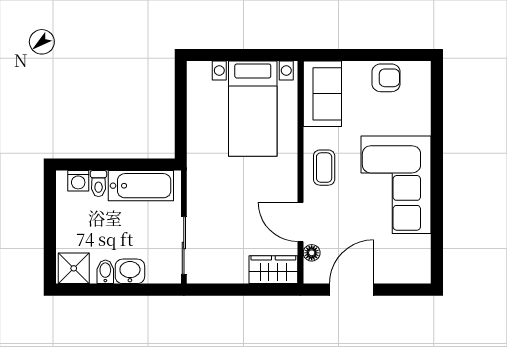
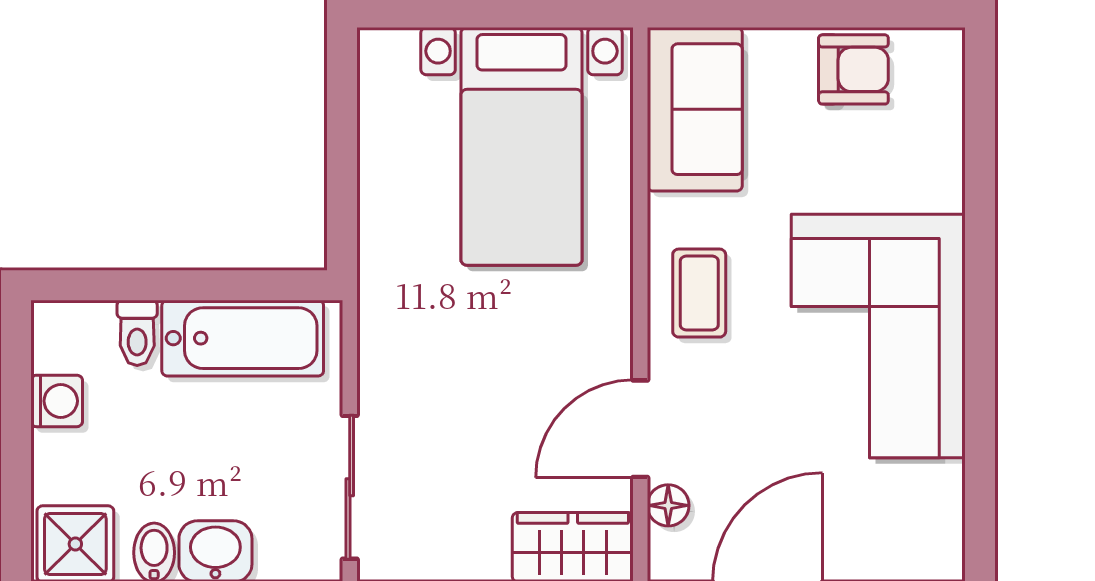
washing machine: (78, 181) -> (57, 401), moved, turned -90
door: (300, 222) -> (640, 429), hinge flipped

